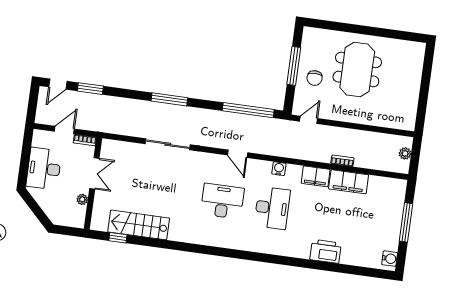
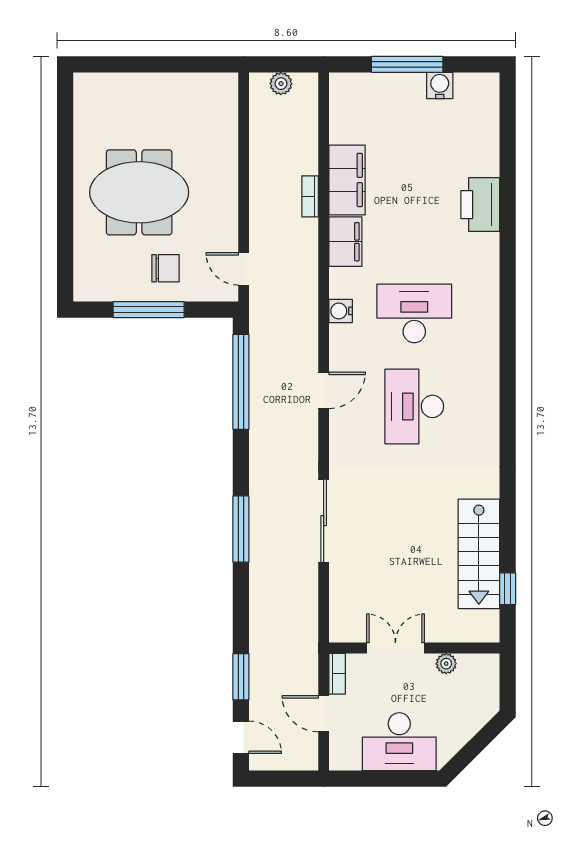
water cooler: (390, 259) -> (440, 85), moved

